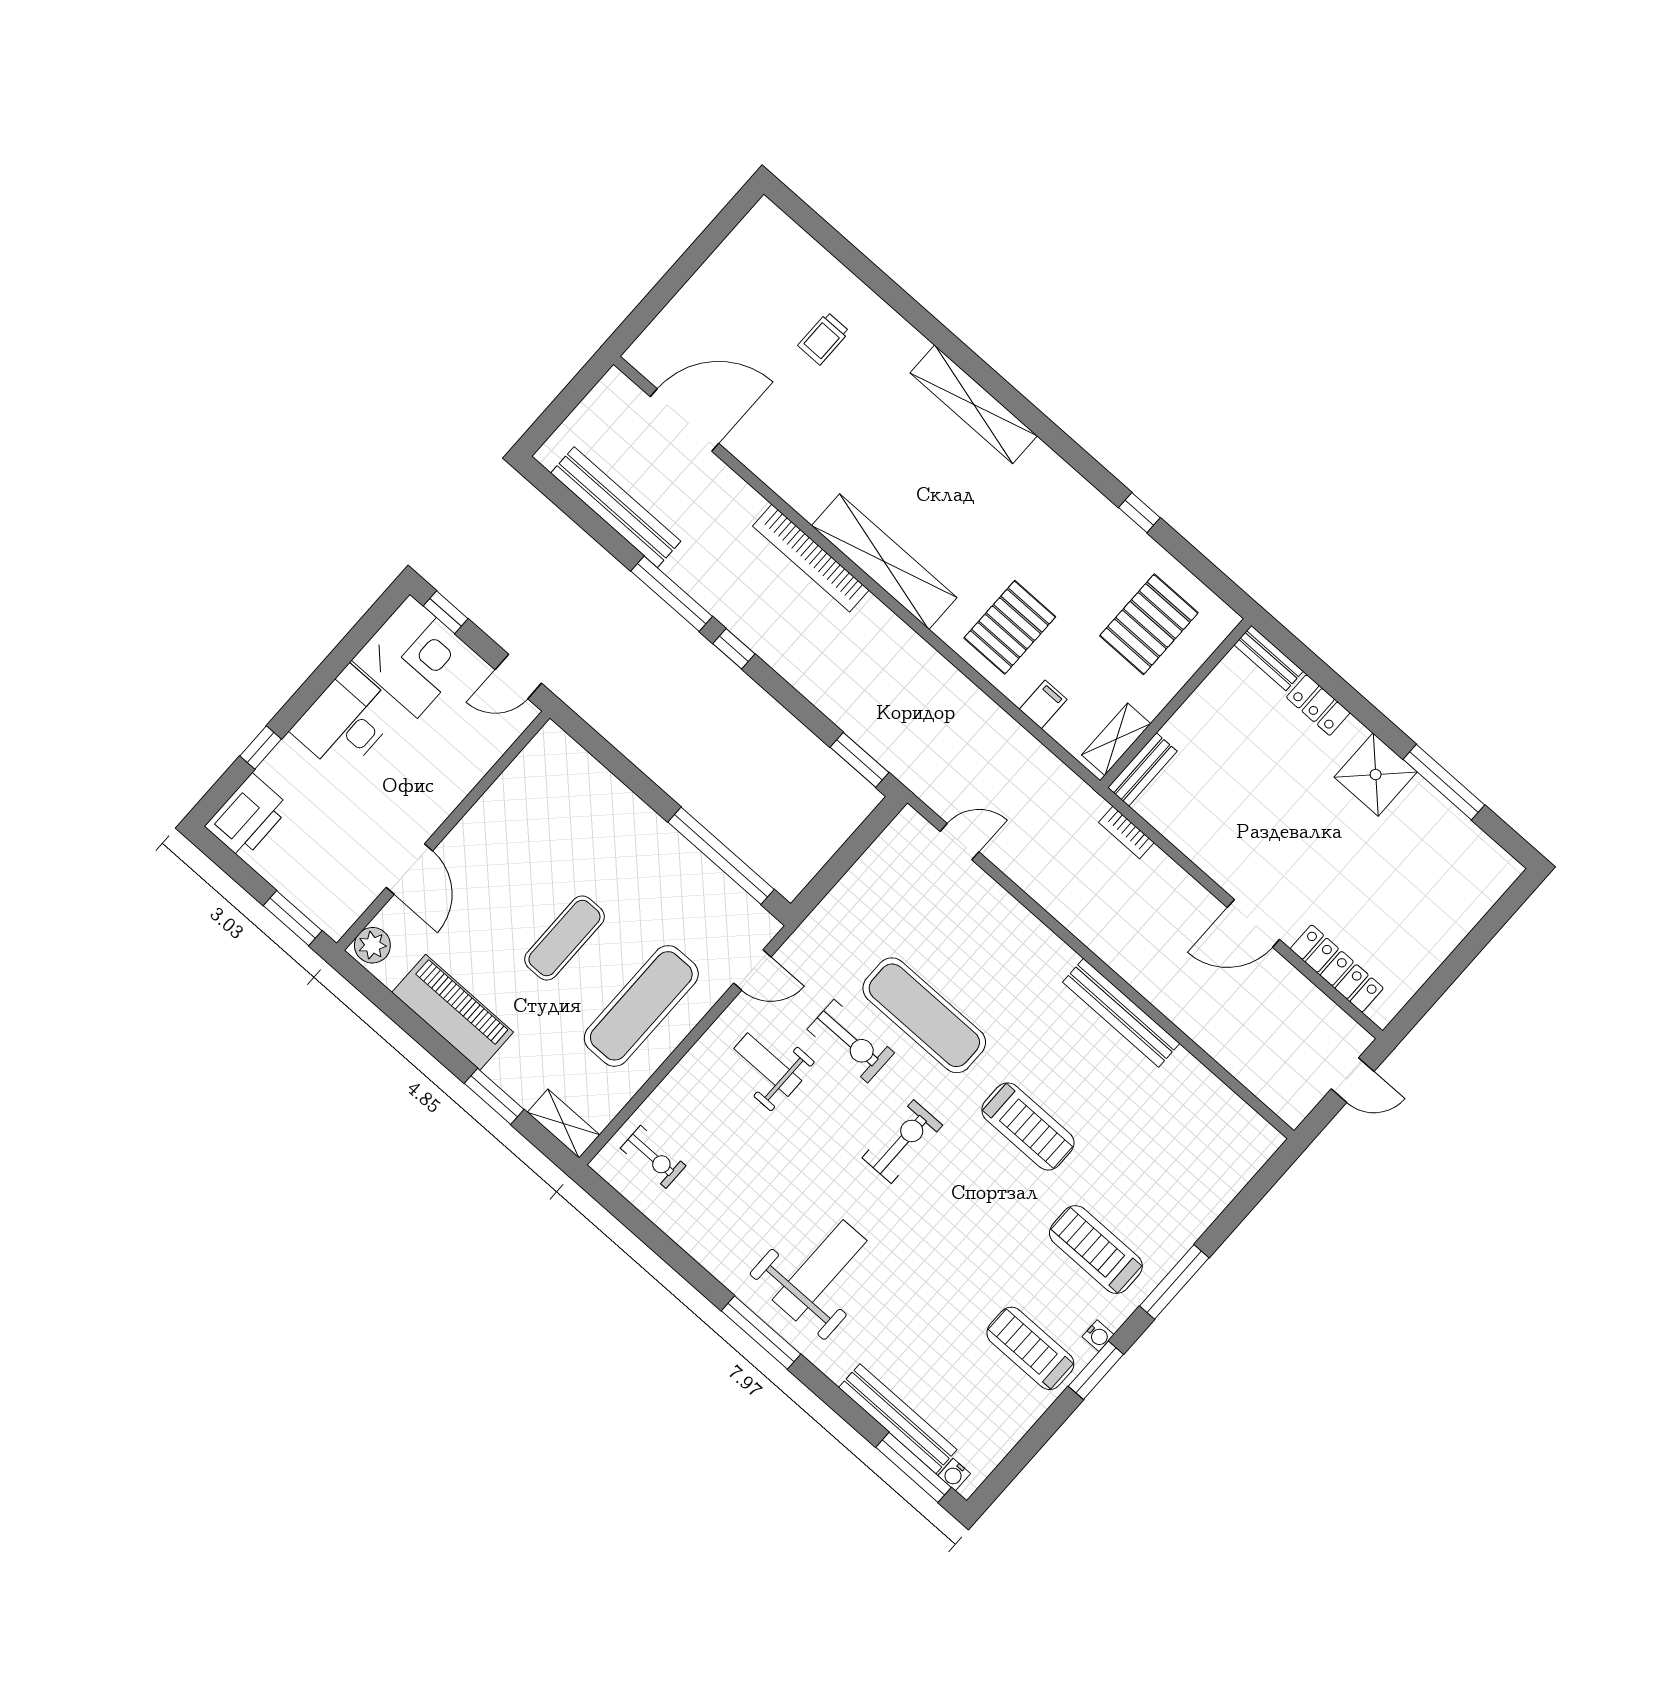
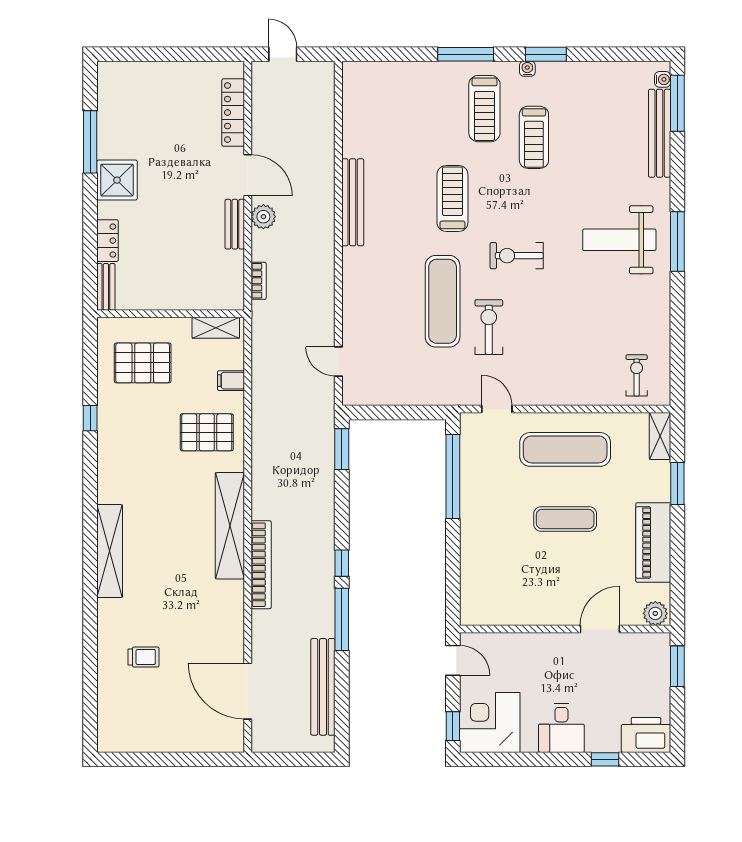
desk: (346, 721) -> (561, 728), width x0.73
bench: (1142, 769) -> (235, 224), moved, turned 90
plant: (1192, 900) -> (263, 217), added
weight bench: (768, 1065) -> (538, 359), removed
treadmill: (1030, 1348) -> (534, 137), moved

